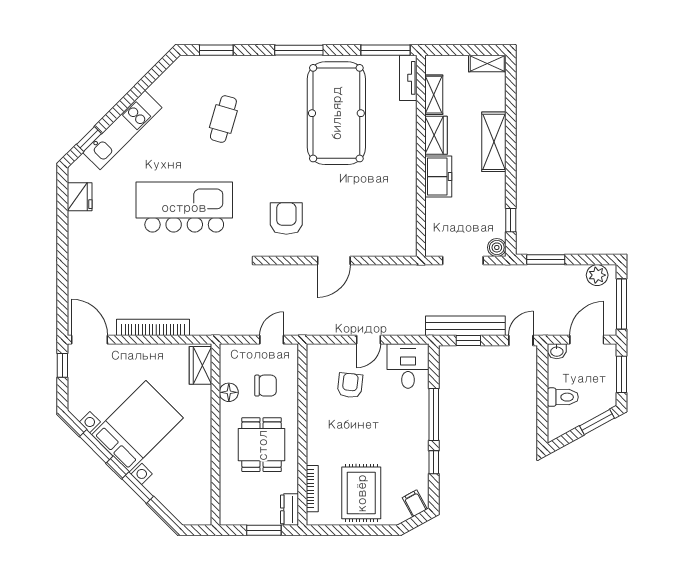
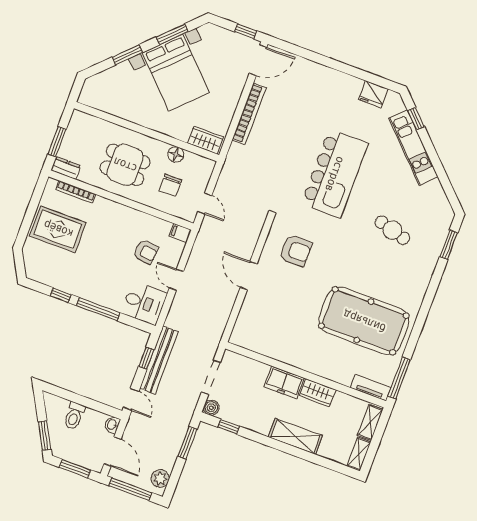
window: (299, 50) -> (424, 310), removed
shelving: (434, 95) -> (370, 422), moved, turned 90
filing cabinet: (415, 503) -> (180, 233), moved, turned -151

